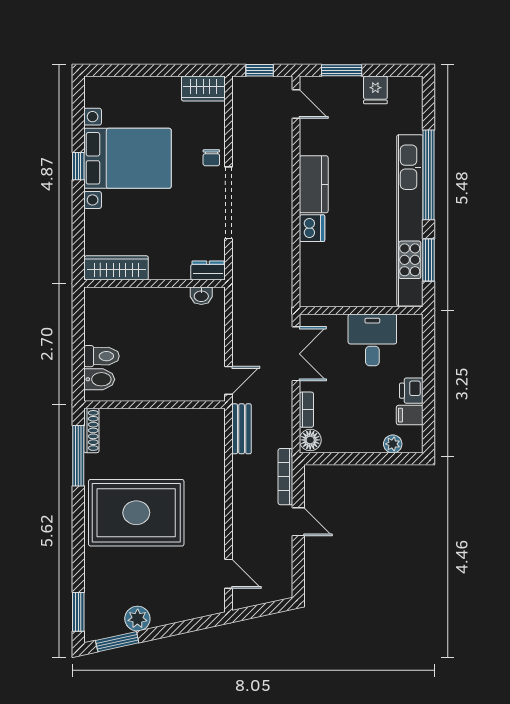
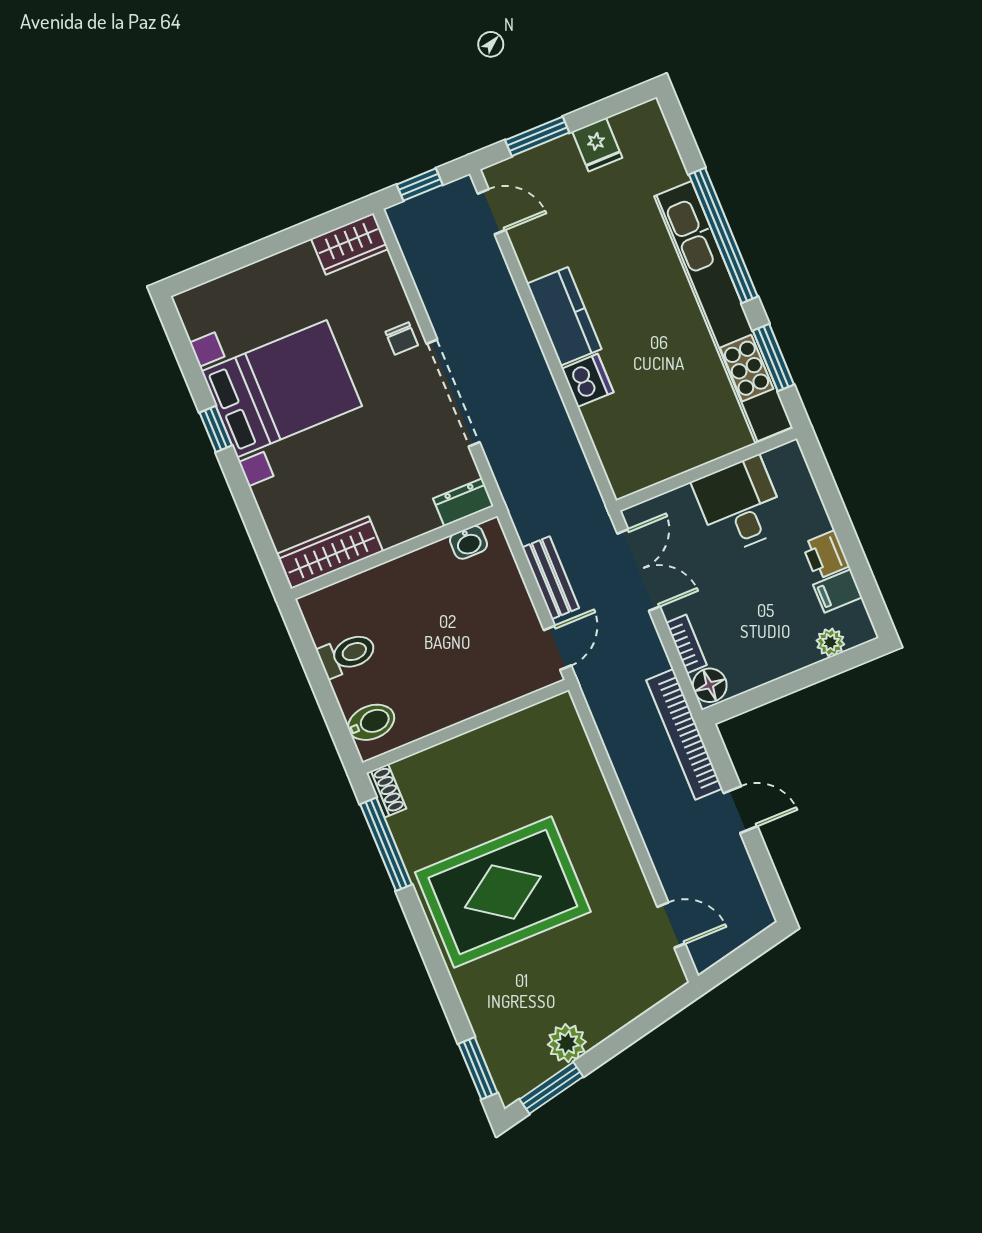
toilet: (101, 356) -> (347, 654), moved
bench: (242, 429) -> (551, 578), moved
shoe rack: (91, 430) -> (386, 791), width x0.70
bookcase: (285, 477) -> (684, 734), width x1.48, depth x1.31

